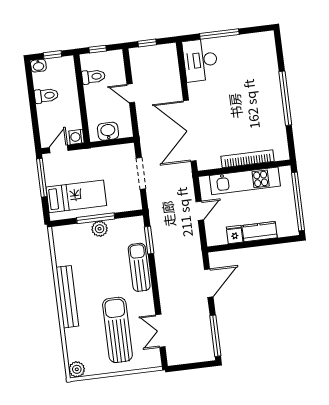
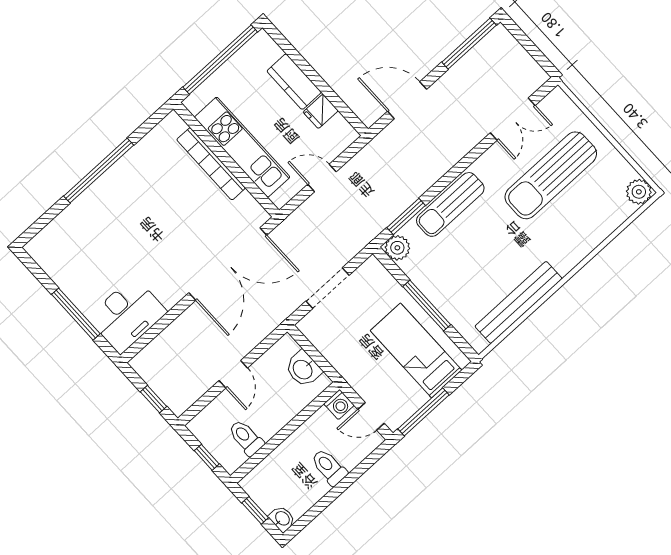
toilet: (46, 96) -> (329, 467), moved
plant: (100, 229) -> (397, 248), moved
bench: (67, 297) -> (519, 302), moved

